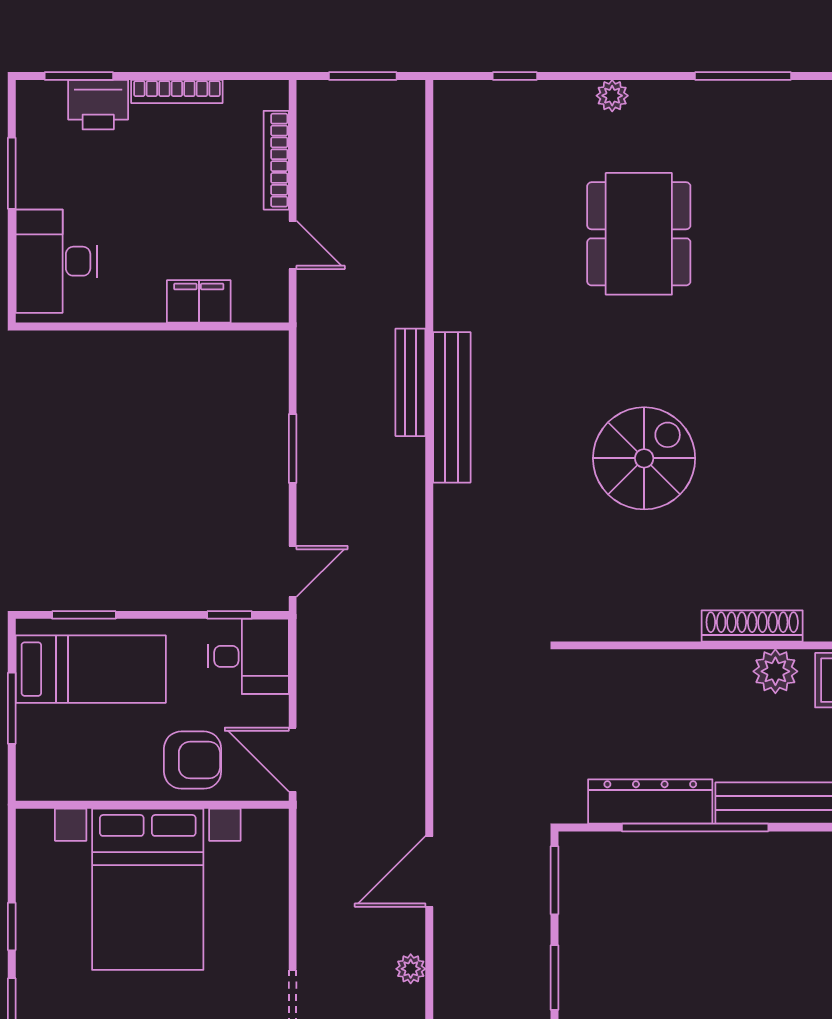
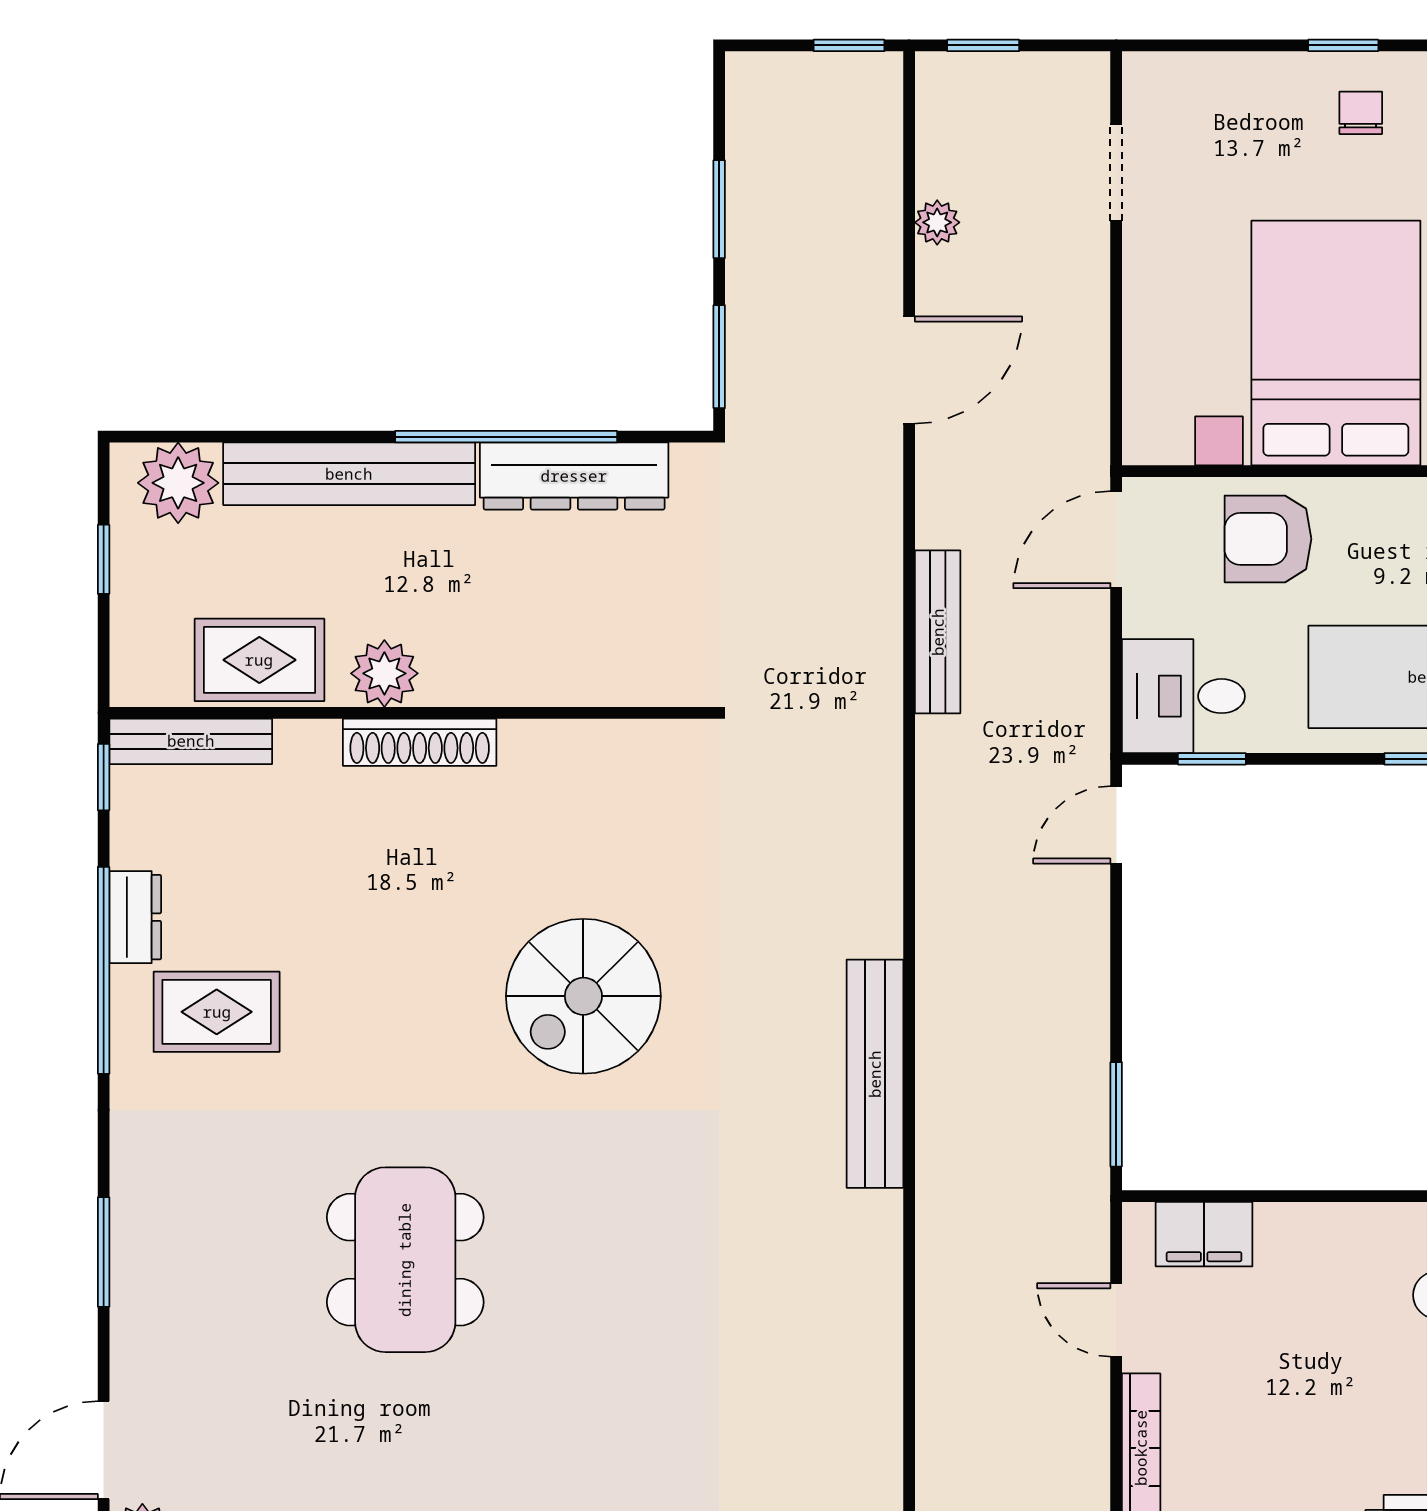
dining table: (639, 234) -> (405, 1260), moved
filing cabinet: (199, 301) -> (1204, 1234), moved
bench: (410, 382) -> (938, 632), moved
window: (293, 448) -> (1116, 1114), moved
door: (293, 760) -> (1116, 540), swing flipped

